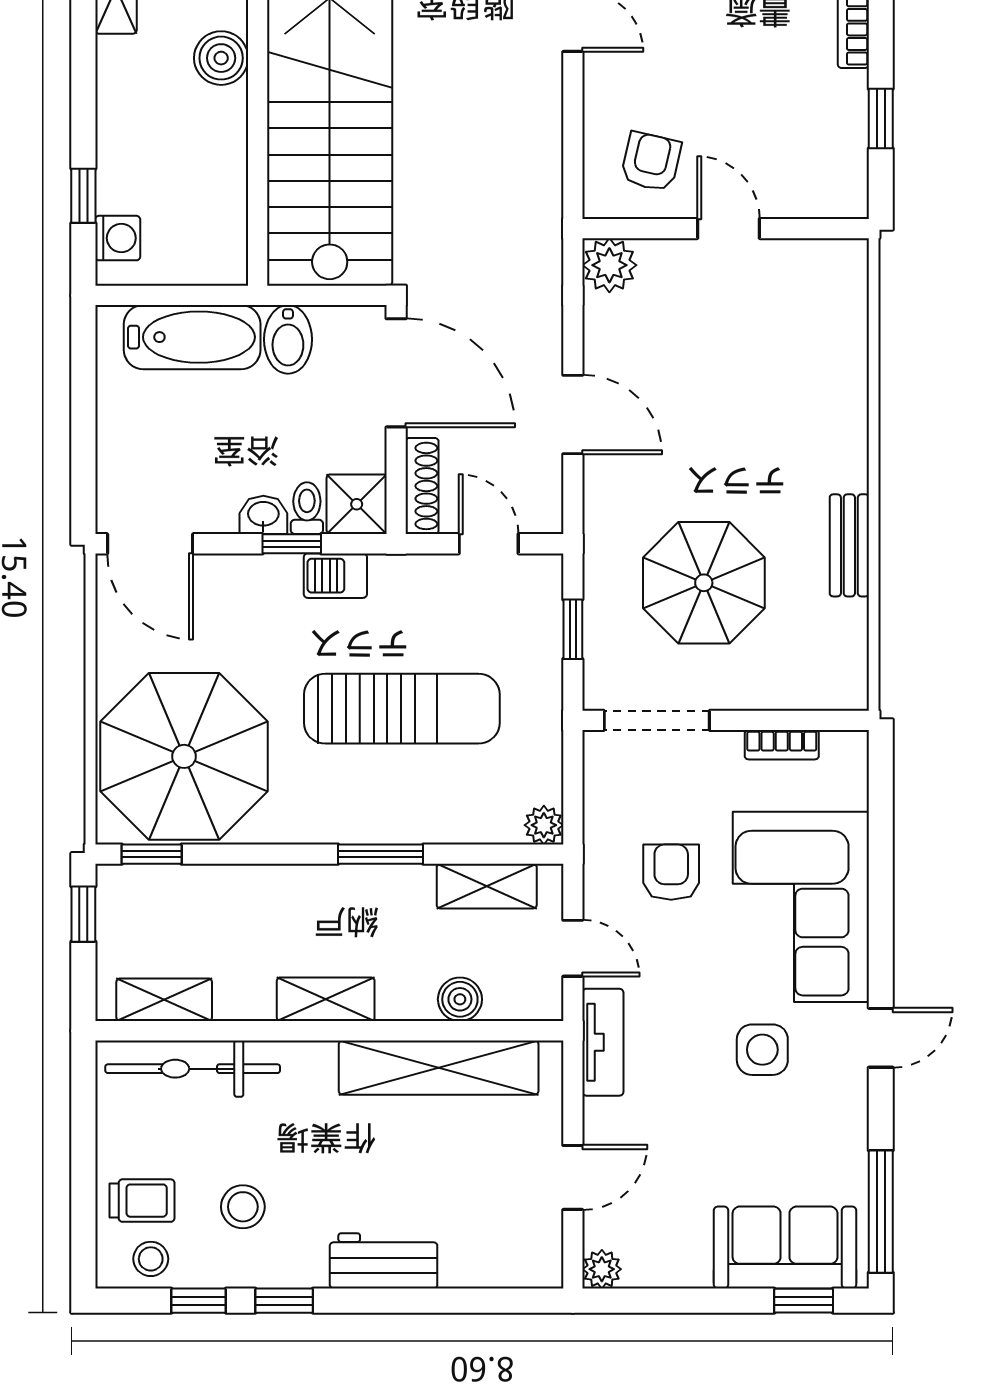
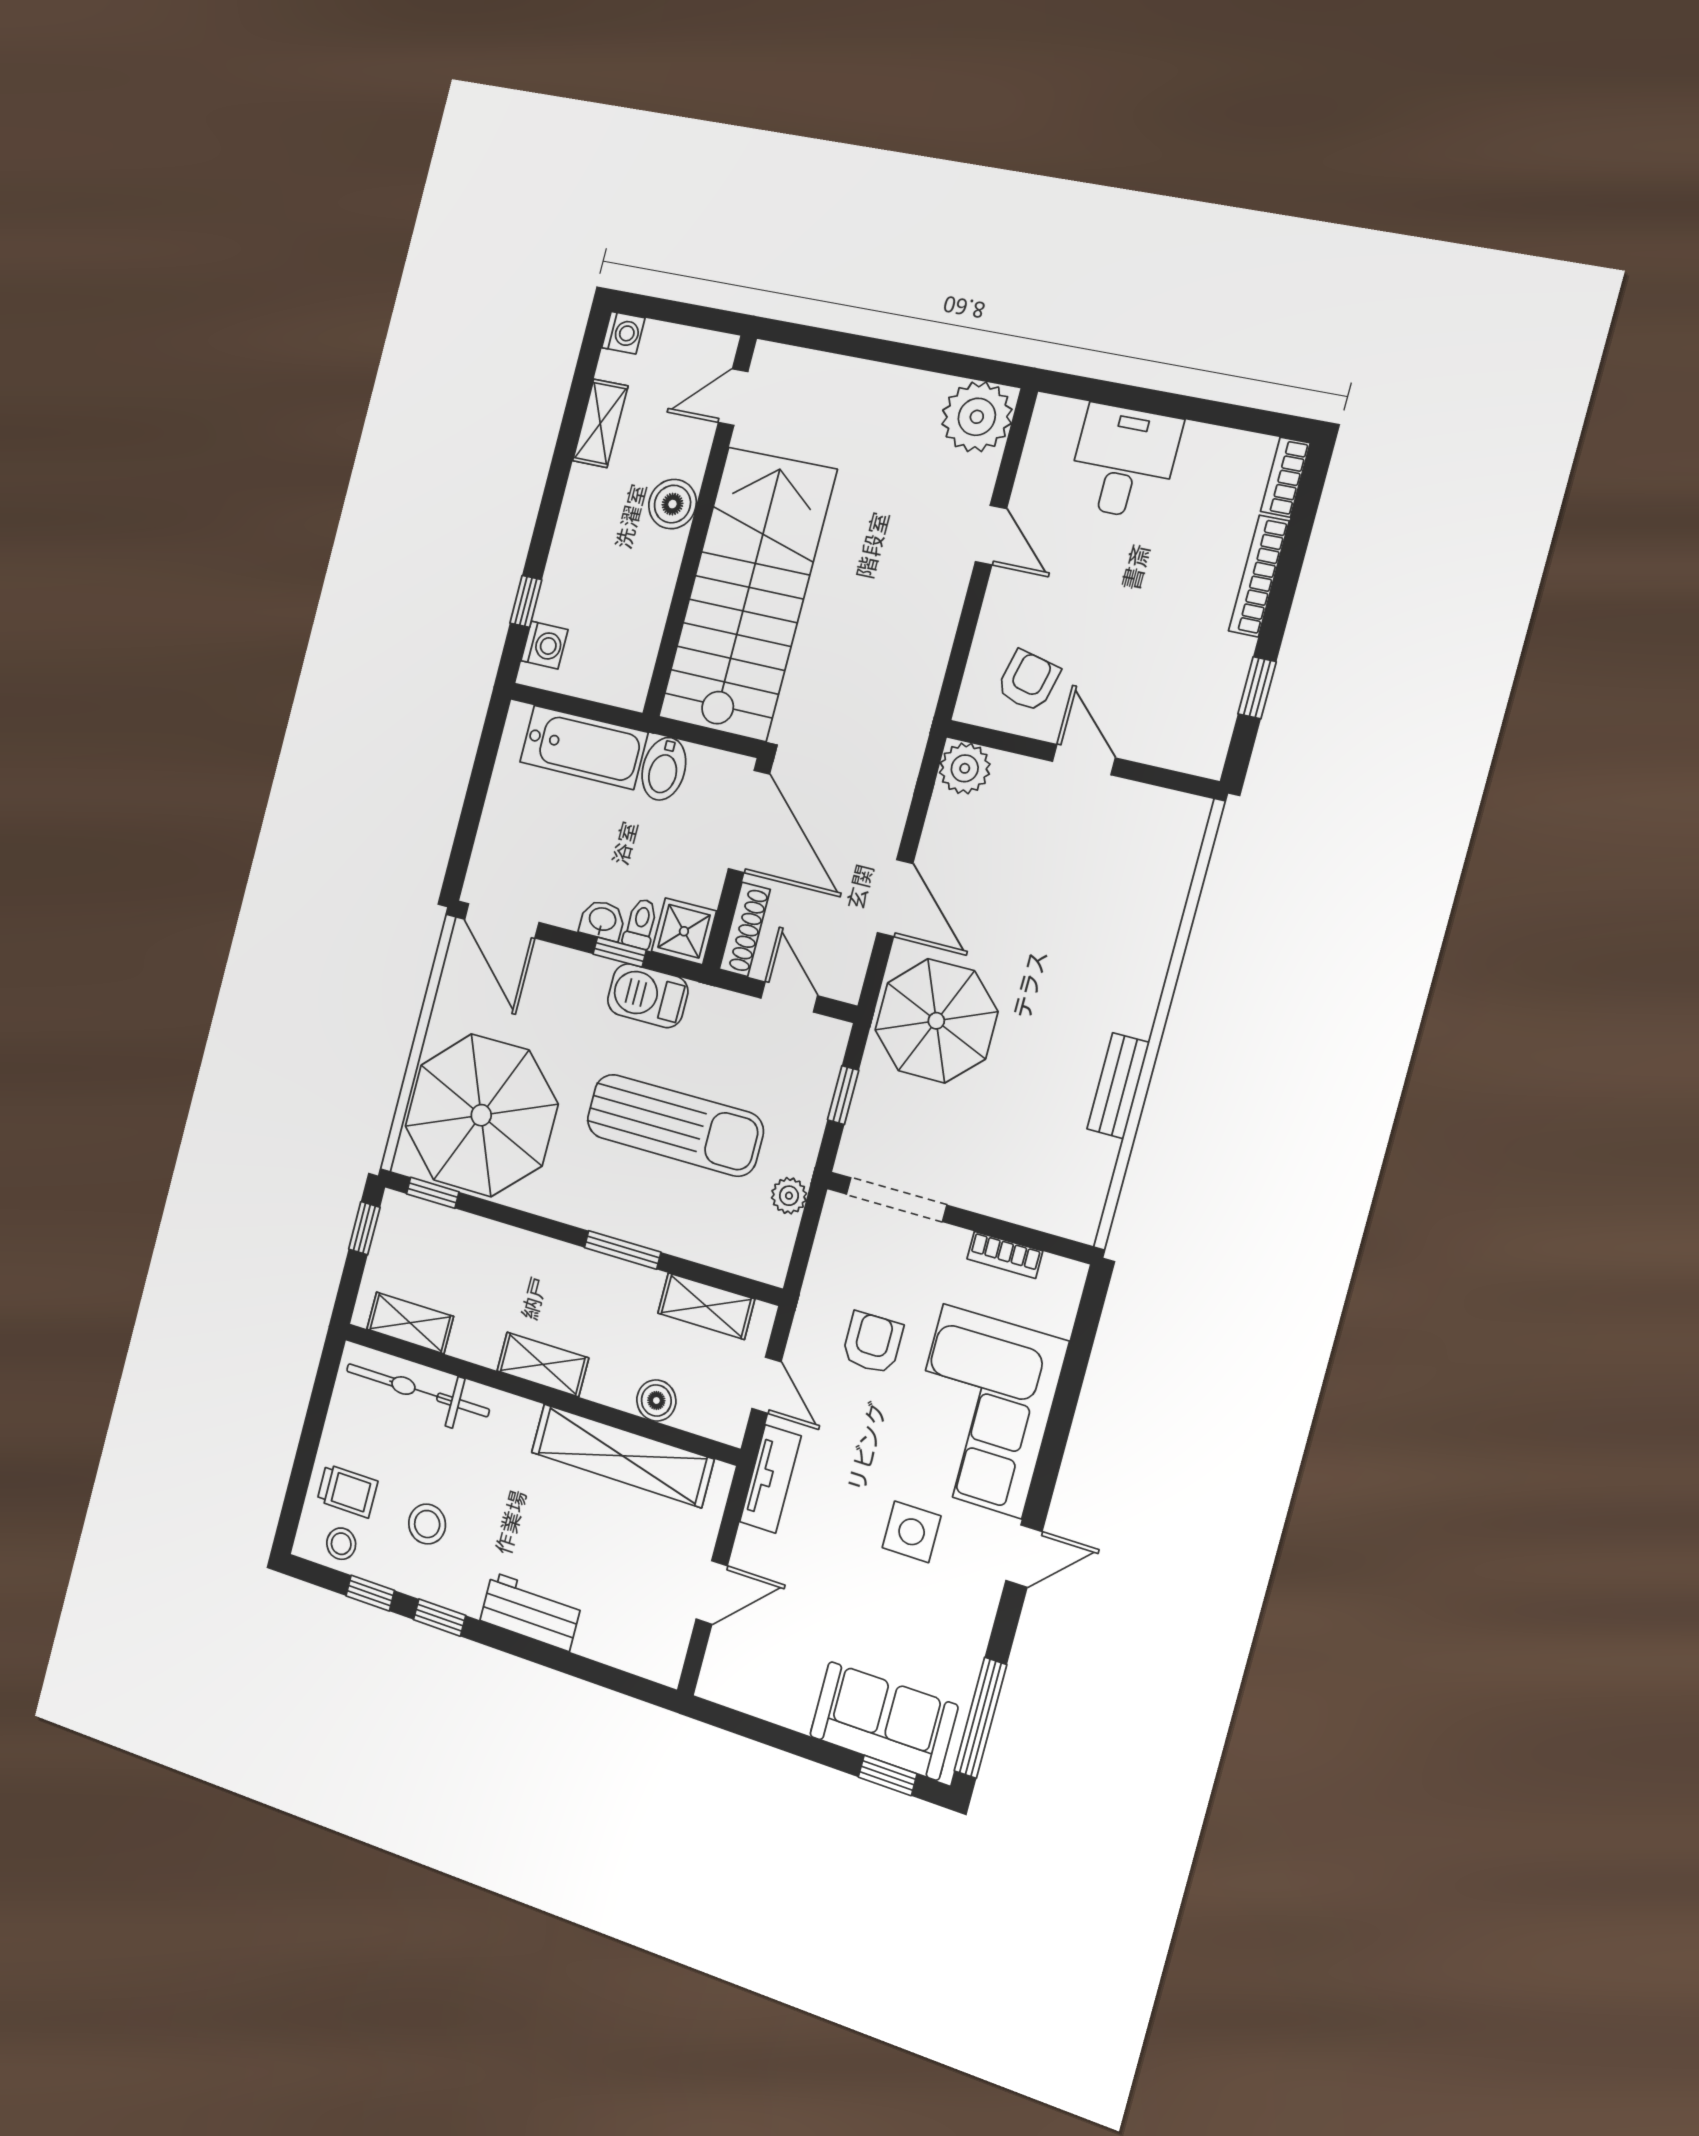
barbecue: (335, 576) -> (648, 996), width x1.38, depth x1.27
parasol: (704, 583) -> (936, 1021), moved
plant: (544, 825) -> (789, 1196), moved
plant: (602, 1269) -> (715, 1684), removed

